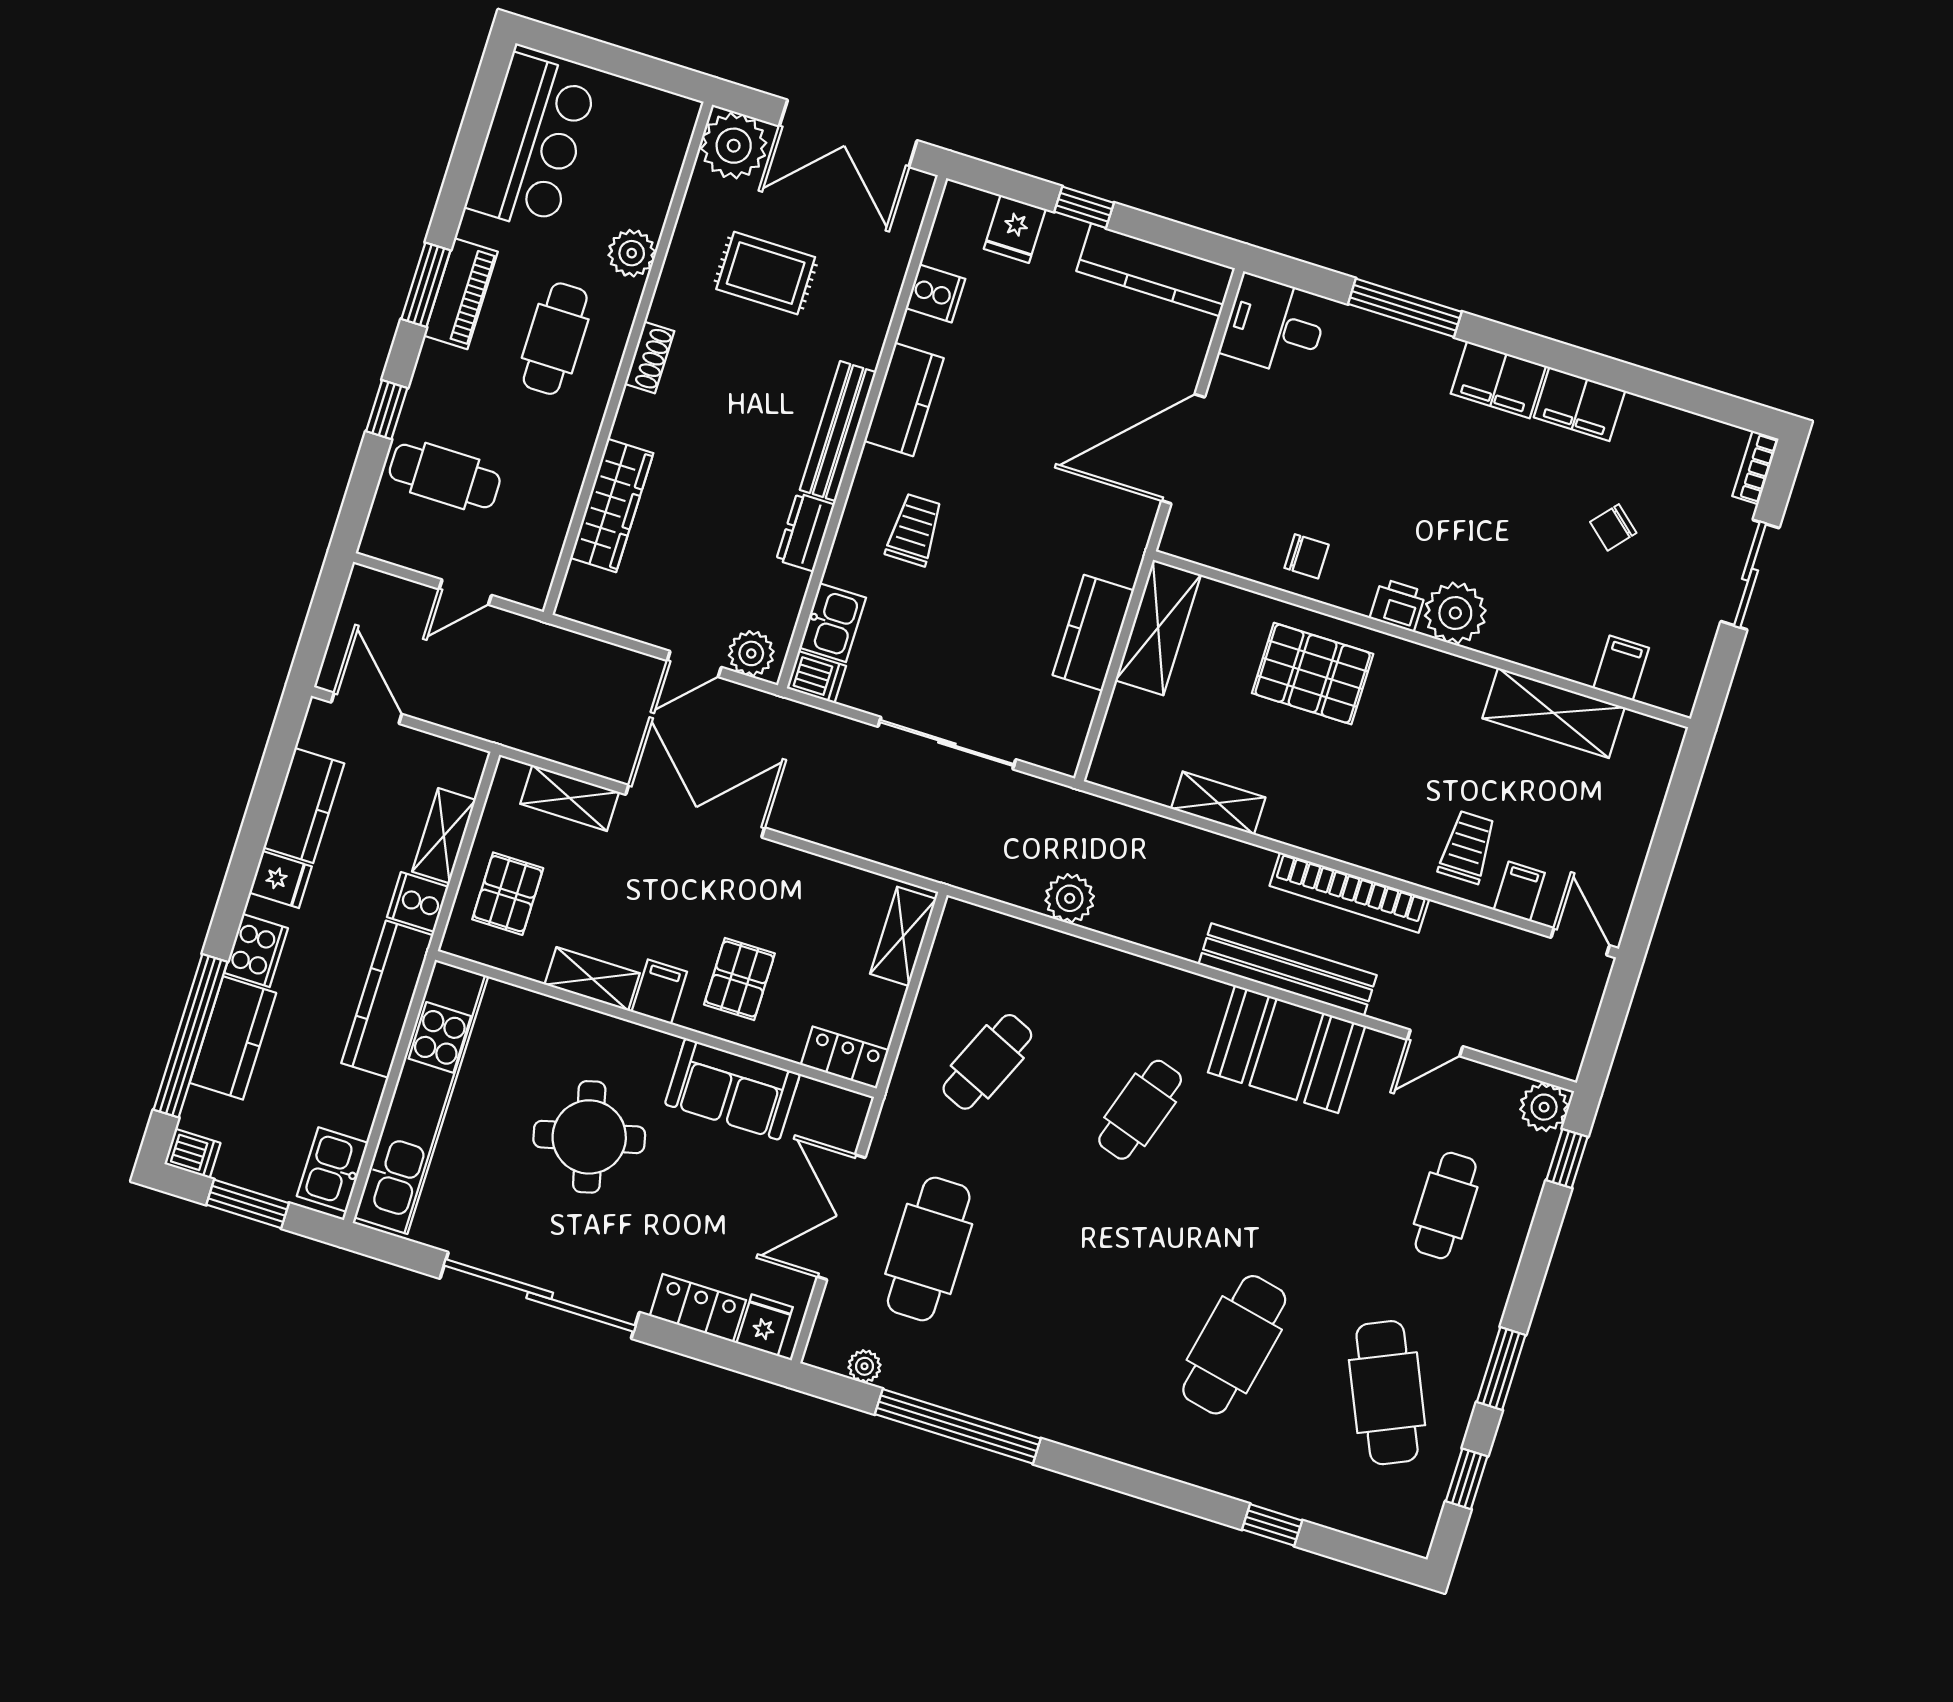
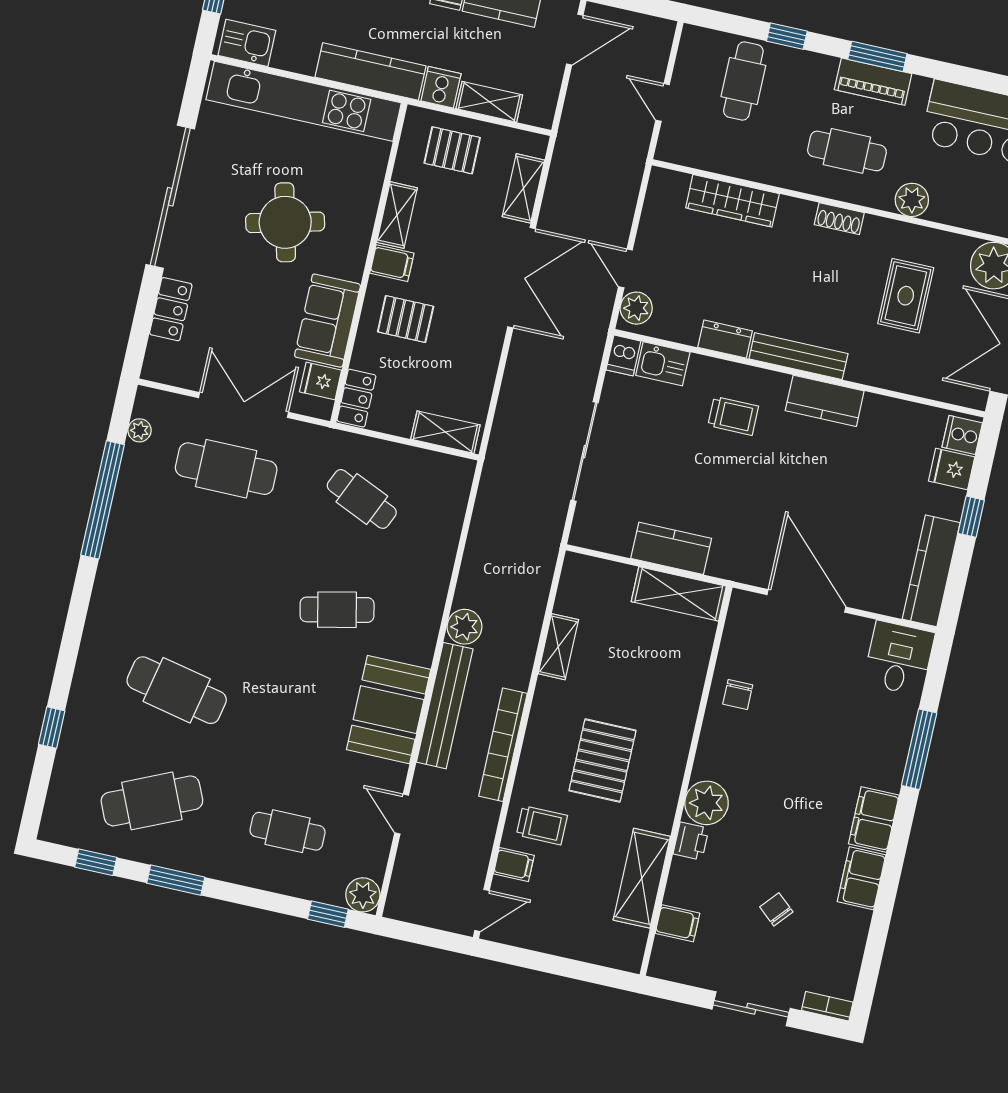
cooker: (935, 293) -> (962, 435), moved, turned 90
printer: (1398, 605) -> (691, 841), moved
pallet: (1313, 674) -> (602, 761), moved
plant: (1070, 898) -> (464, 627), moved
cafe table: (1140, 1110) -> (337, 610), turned -30
fridge: (765, 1325) -> (321, 381), moved, turned 180

